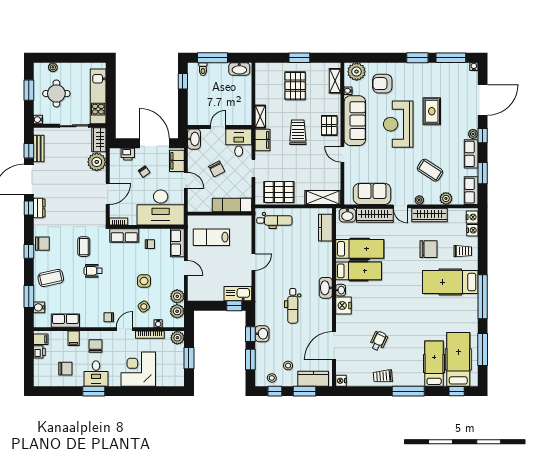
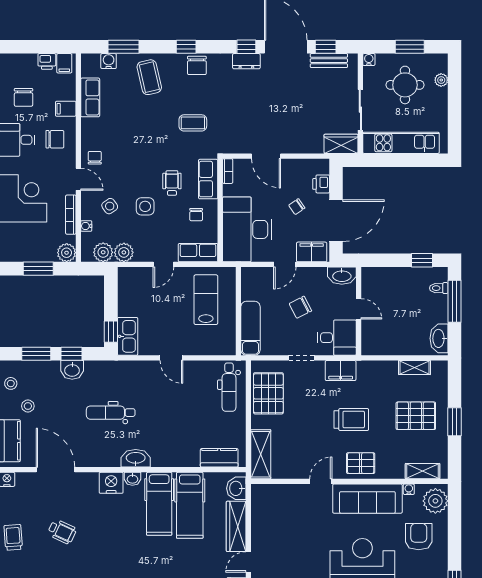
shelving: (260, 117) -> (414, 368), moved
plant: (97, 162) -> (310, 141), removed
sofa: (372, 194) -> (266, 522), removed
wheelchair: (93, 271) -> (172, 183), moved

